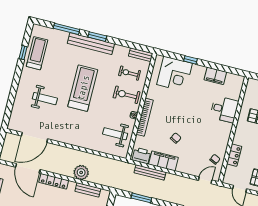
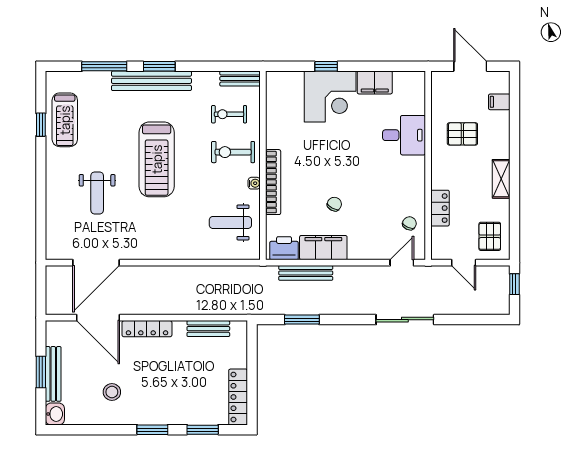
treadmill: (37, 53) -> (65, 120), turned 180
corner desk: (175, 74) -> (330, 97), moved
treadmill: (83, 88) -> (157, 159), turned 180
weight bench: (45, 99) -> (97, 193), turned 90
plant: (81, 172) -> (190, 302), removed

